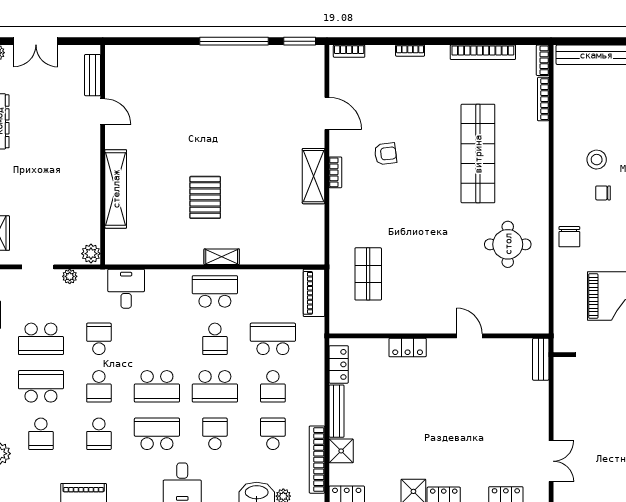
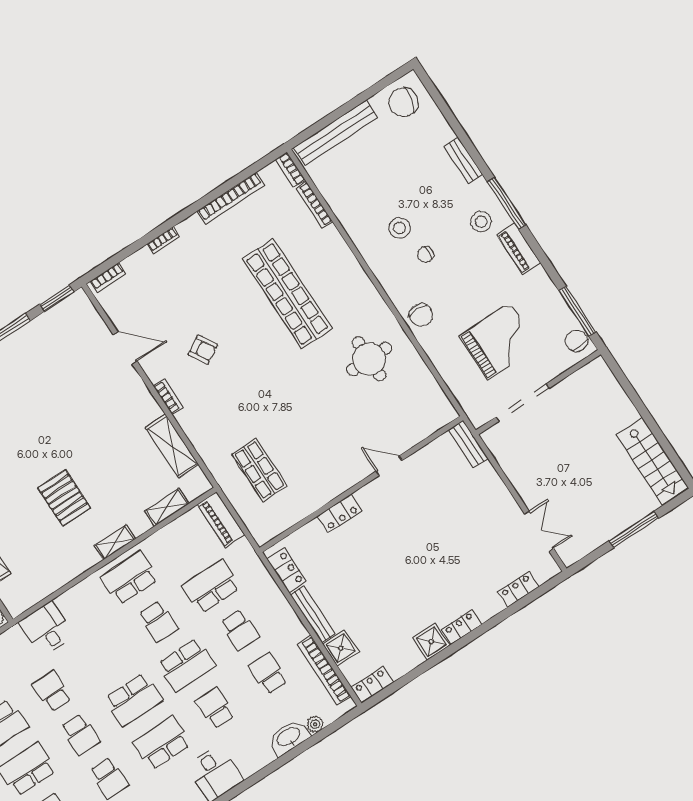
armchair: (386, 154) -> (203, 350), turned 67
shelving: (314, 176) -> (172, 446), moved
shelving: (279, 256) -> (167, 507), added

